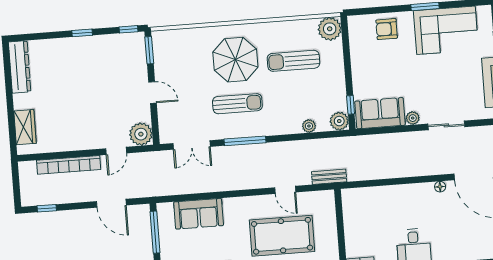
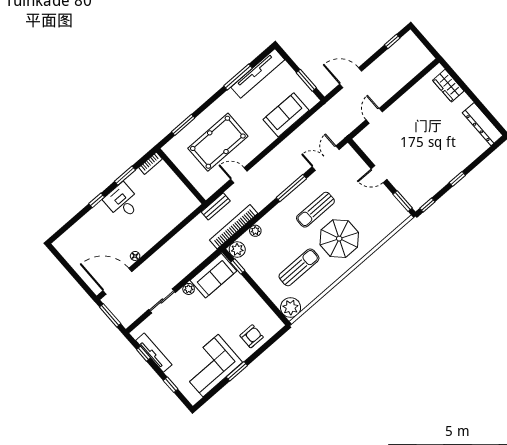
plant: (141, 134) -> (366, 140), removed
bookcase: (69, 165) -> (234, 227), moved
window: (155, 232) -> (306, 80), width x0.69

